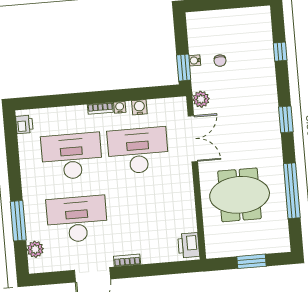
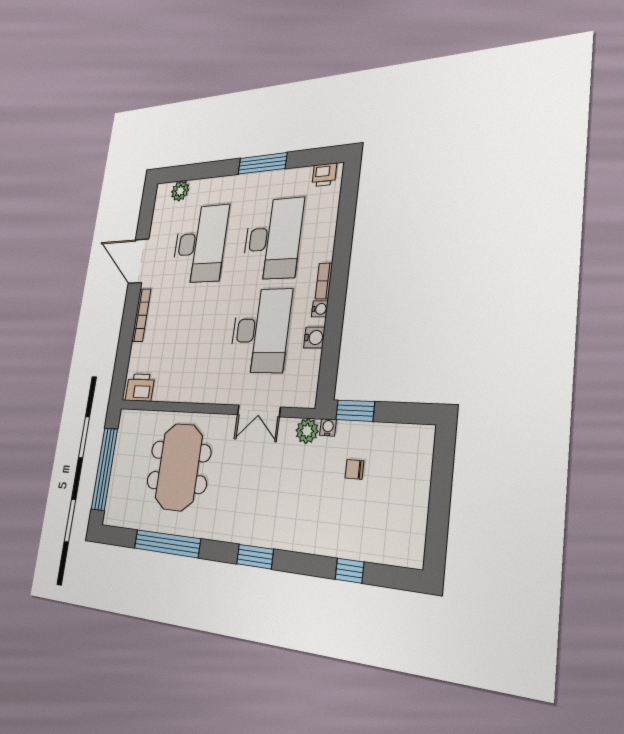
water cooler: (195, 60) -> (328, 427), moved
double door: (193, 139) -> (259, 411), width x0.73
window: (18, 221) -> (262, 163), moved
bookcase: (127, 260) -> (141, 315), width x1.56
window: (252, 261) -> (104, 469), width x2.11

